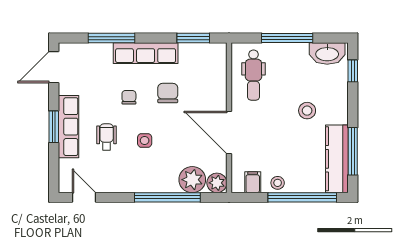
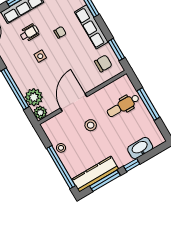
washbasin: (327, 53) -> (140, 148), moved, turned 90
window: (353, 71) -> (132, 165), moved
dental chair: (253, 75) -> (123, 106), moved
chair: (168, 93) -> (103, 63), moved
stool: (307, 111) -> (91, 125), moved
filing cabinet: (253, 182) -> (53, 133), removed

